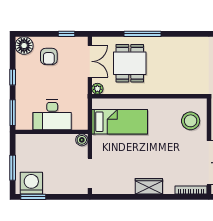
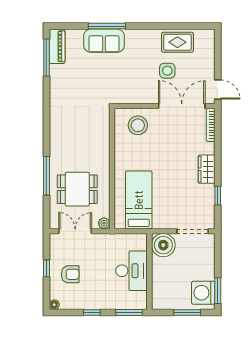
window: (67, 34) -> (46, 268), moved
floor lamp: (24, 46) -> (54, 305), width x0.53, depth x0.53
boiler: (82, 140) -> (163, 245), width x1.86, depth x1.86
window: (124, 197) -> (218, 196), added

